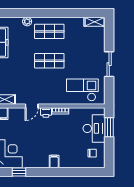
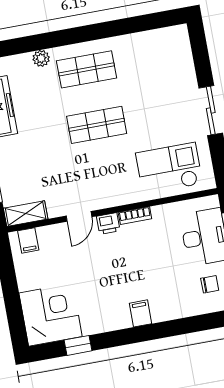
shelving: (95, 22) -> (169, 35), removed

